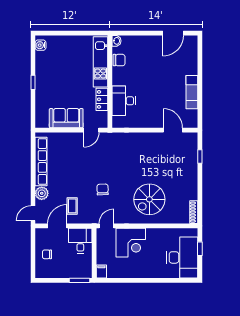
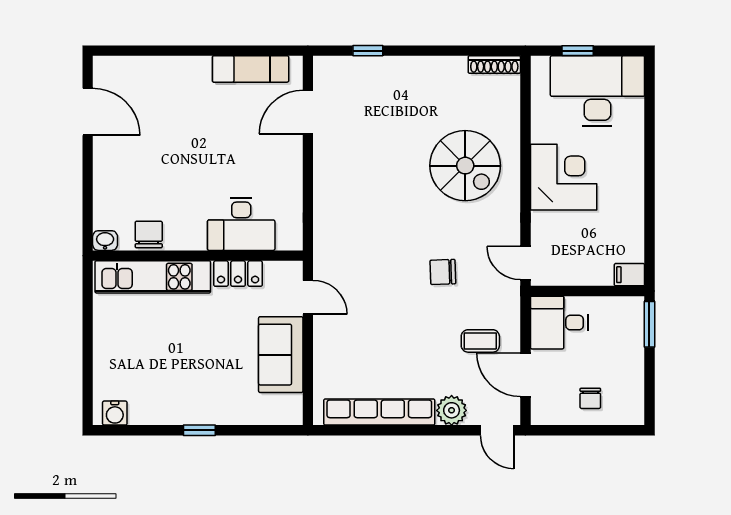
exam couch: (192, 92) -> (251, 69), moved
corner desk: (131, 243) -> (564, 177), moved

